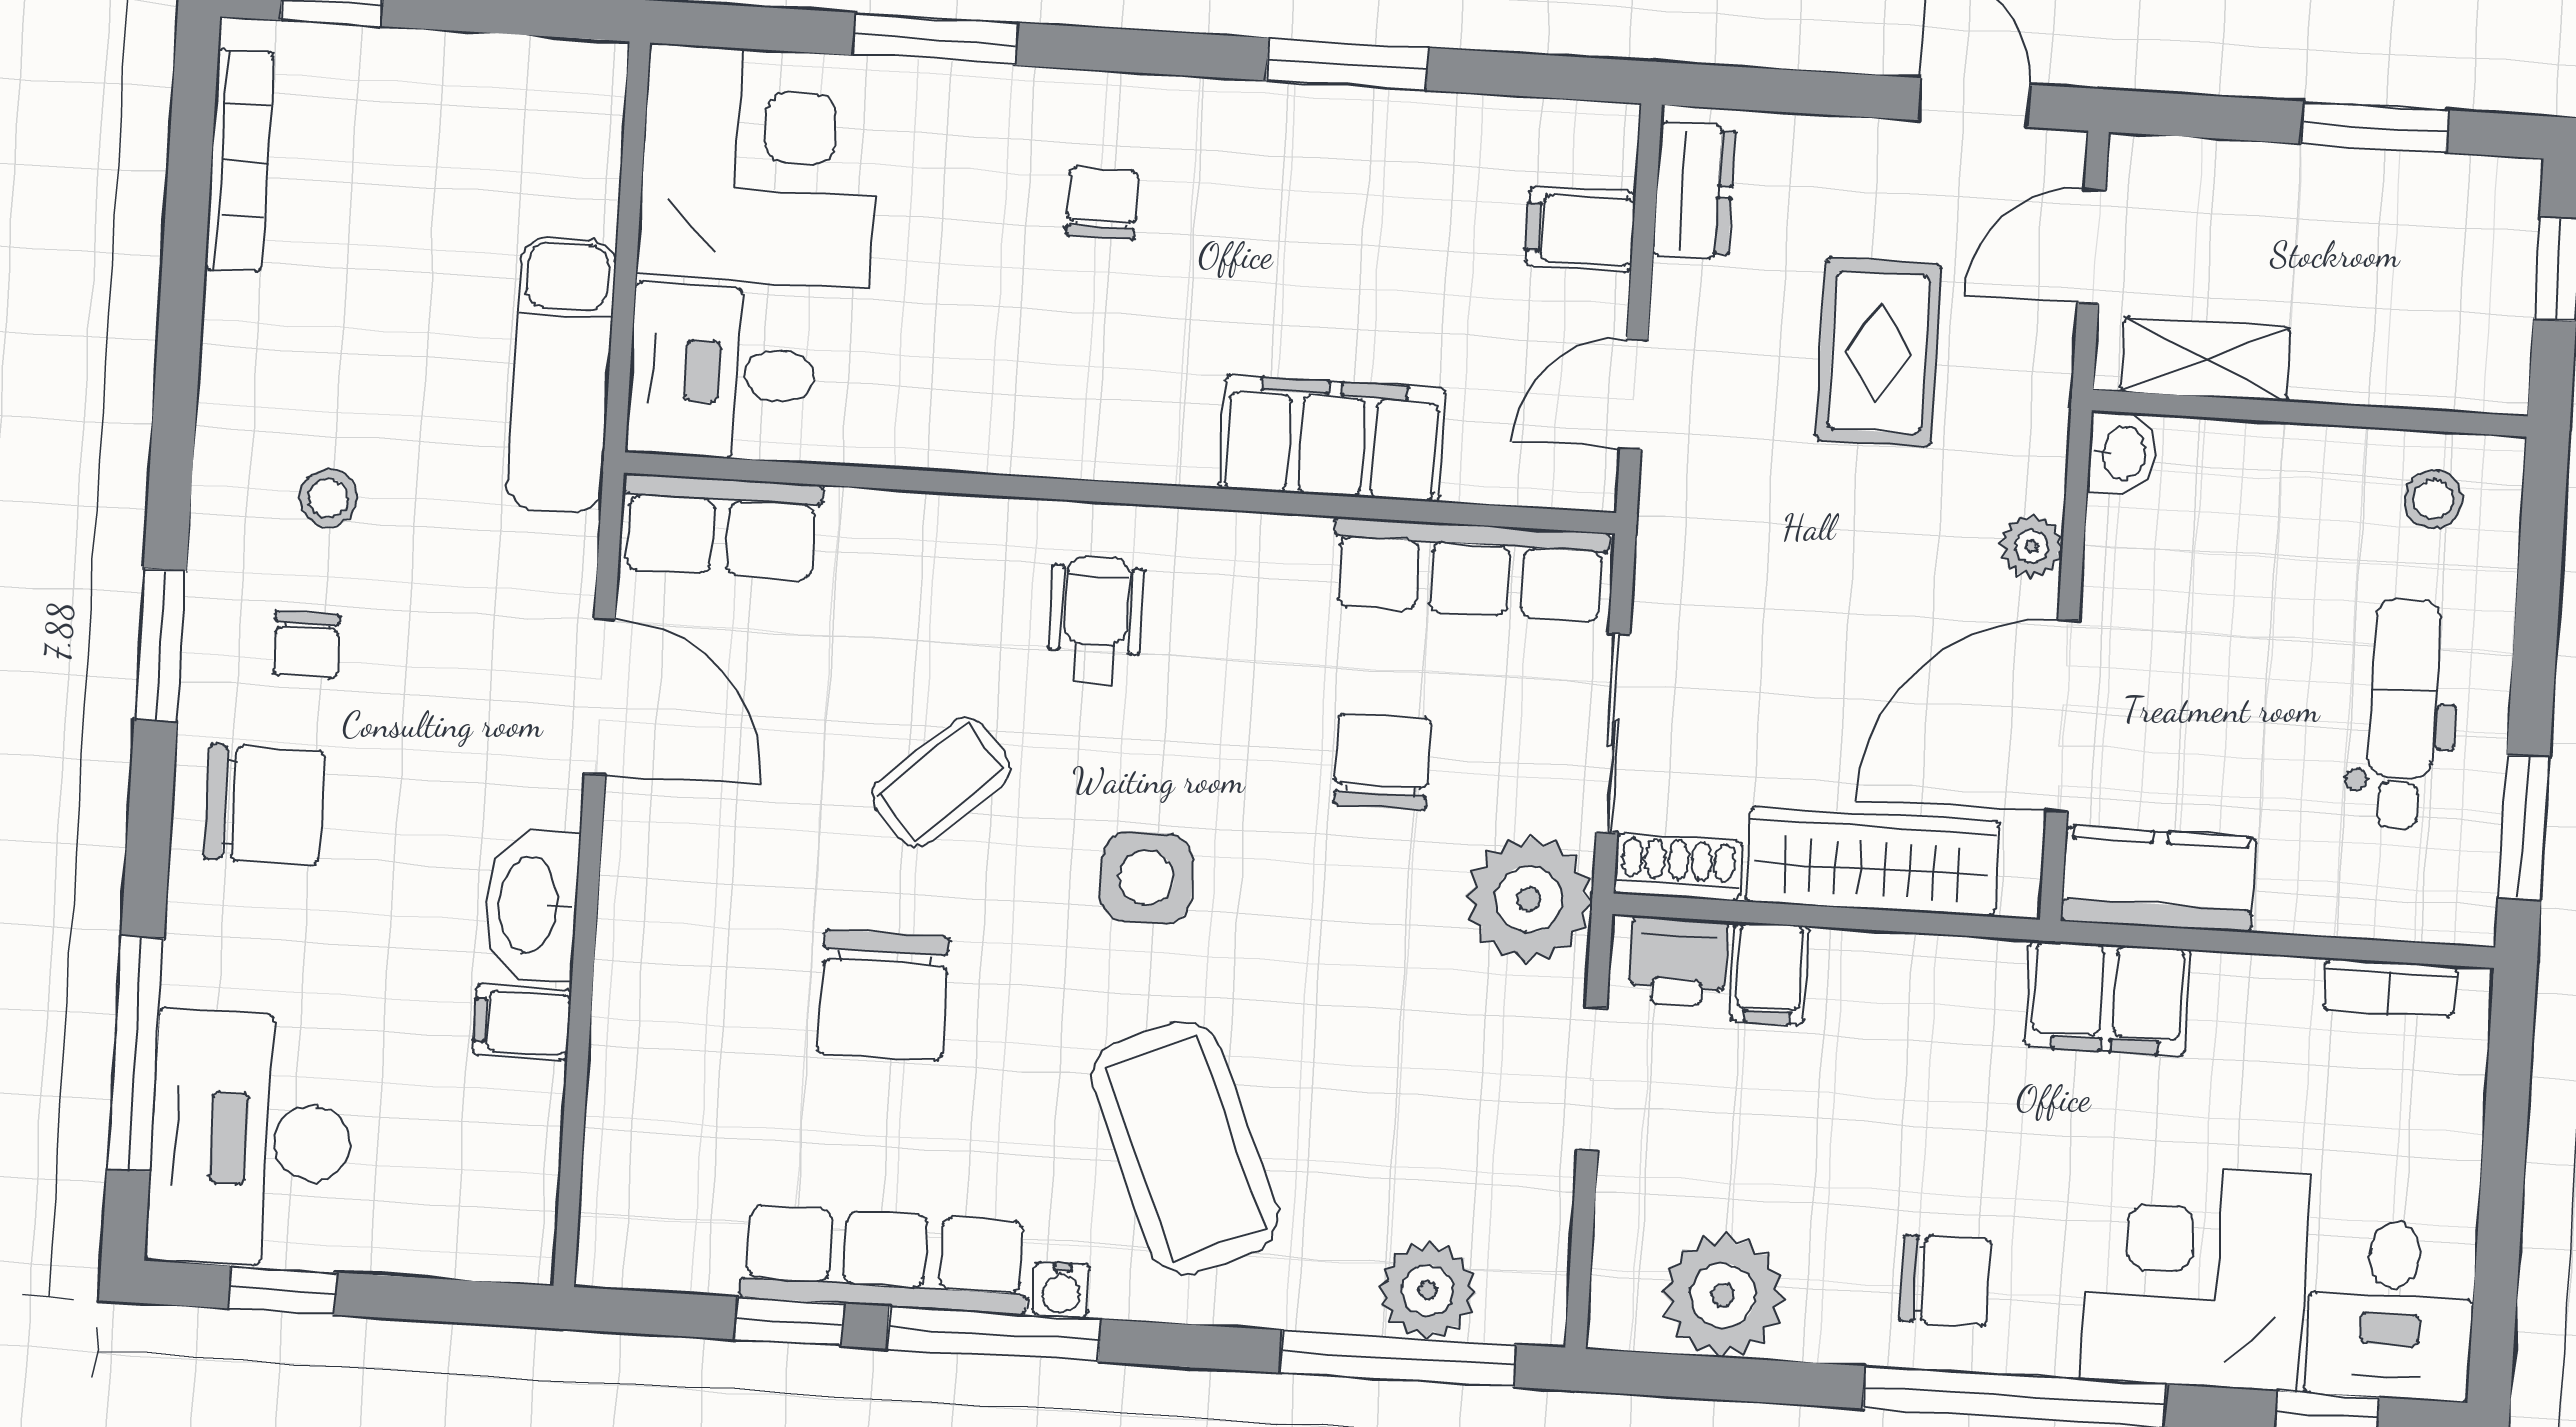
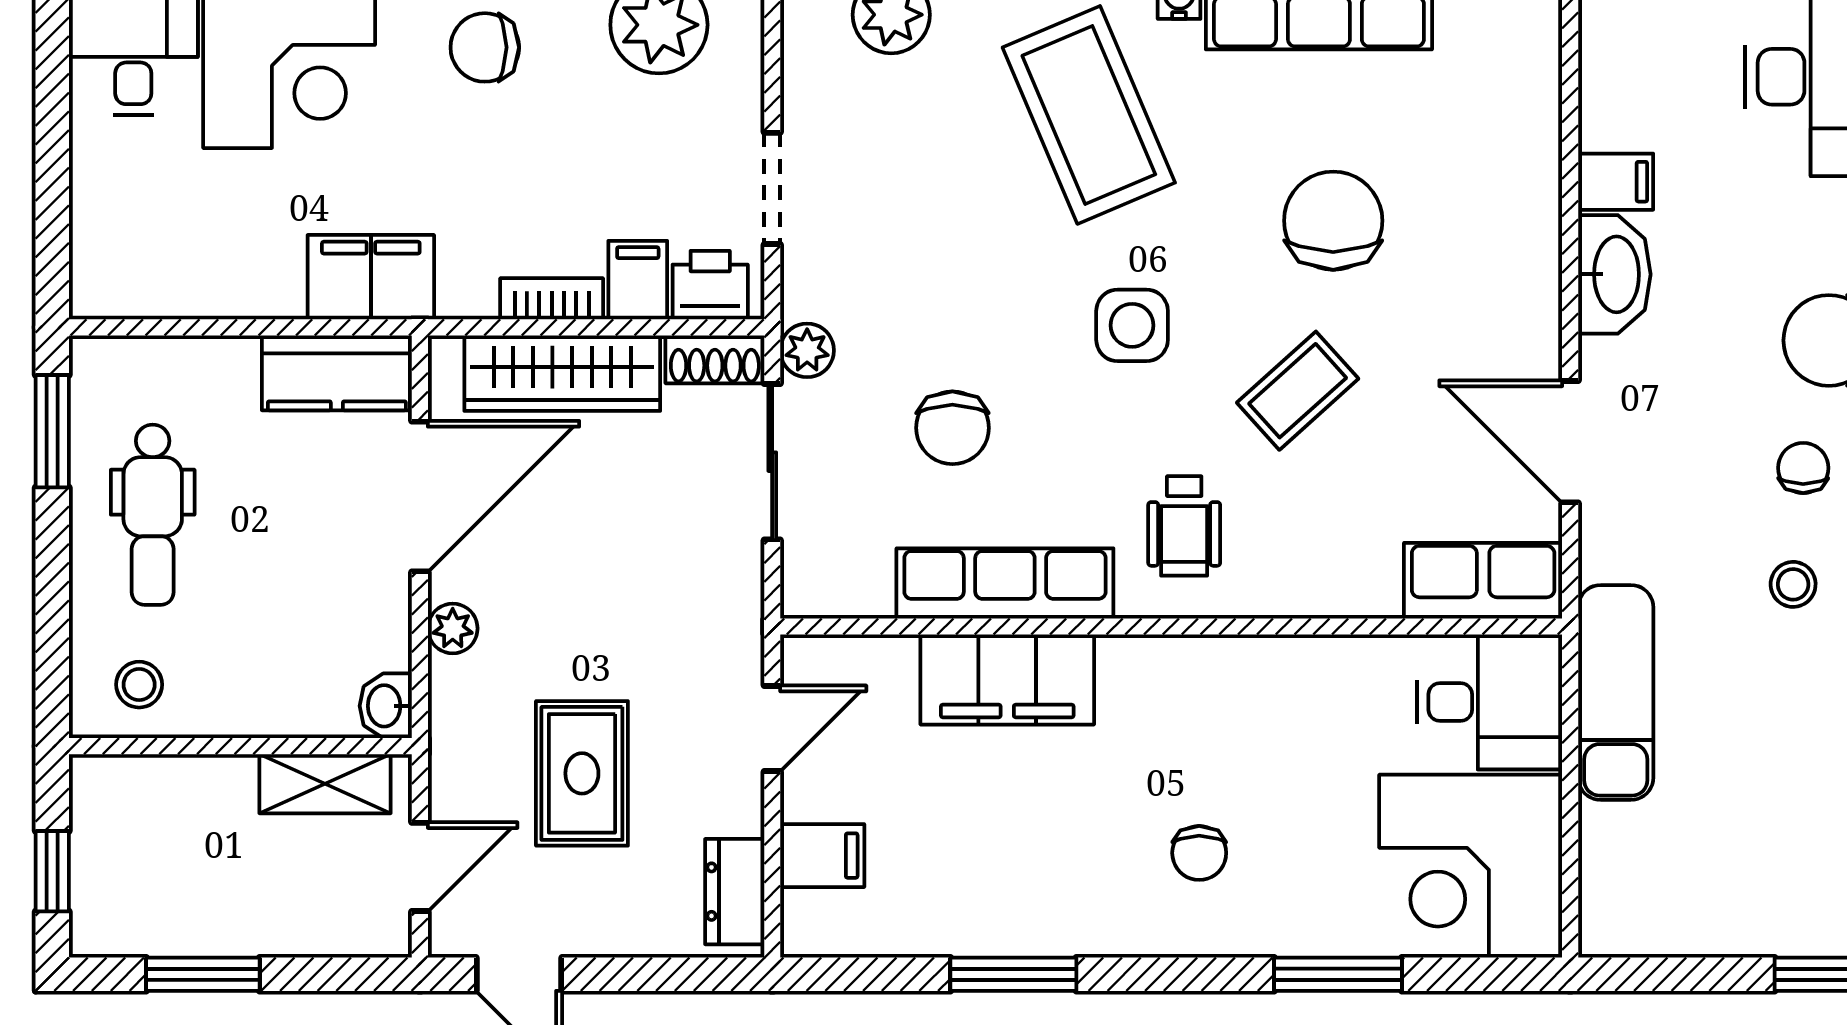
row of seats: (1470, 569) -> (1005, 583), moved
plant: (1529, 899) -> (807, 350), width x0.53, depth x0.53
bookcase: (2390, 988) -> (552, 299), moved

